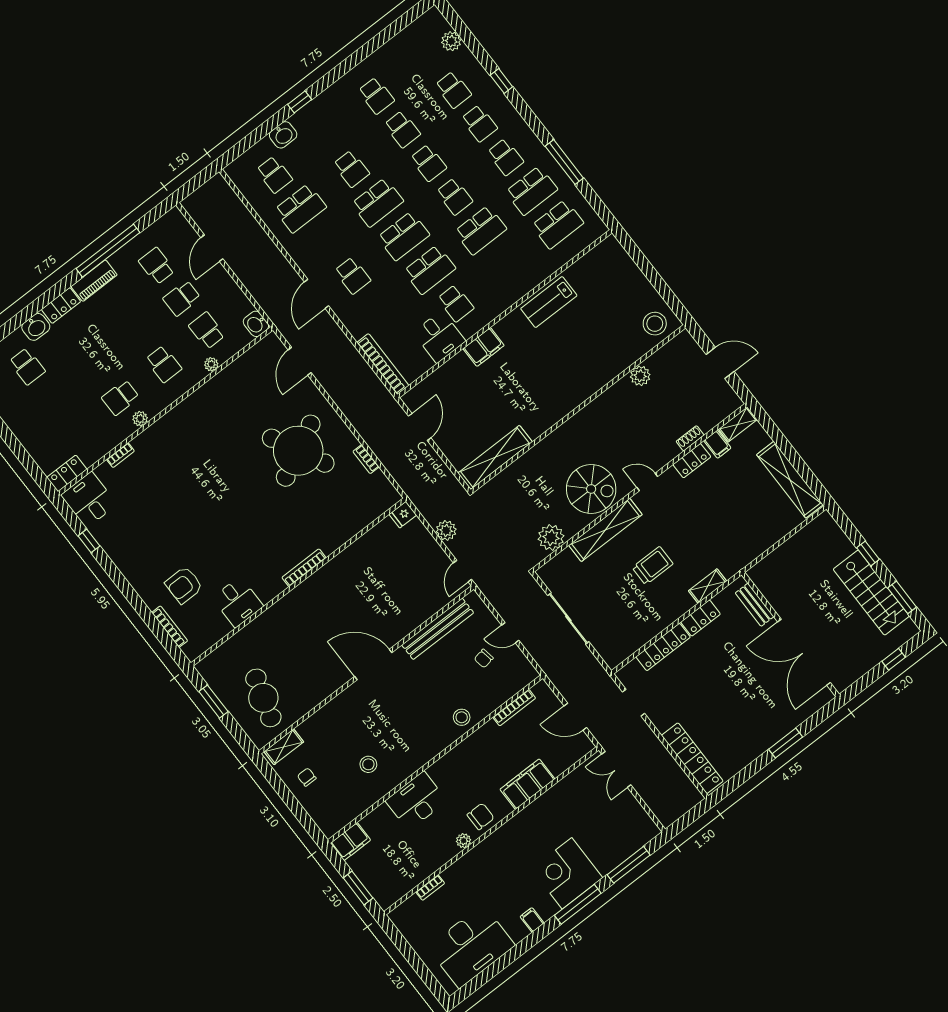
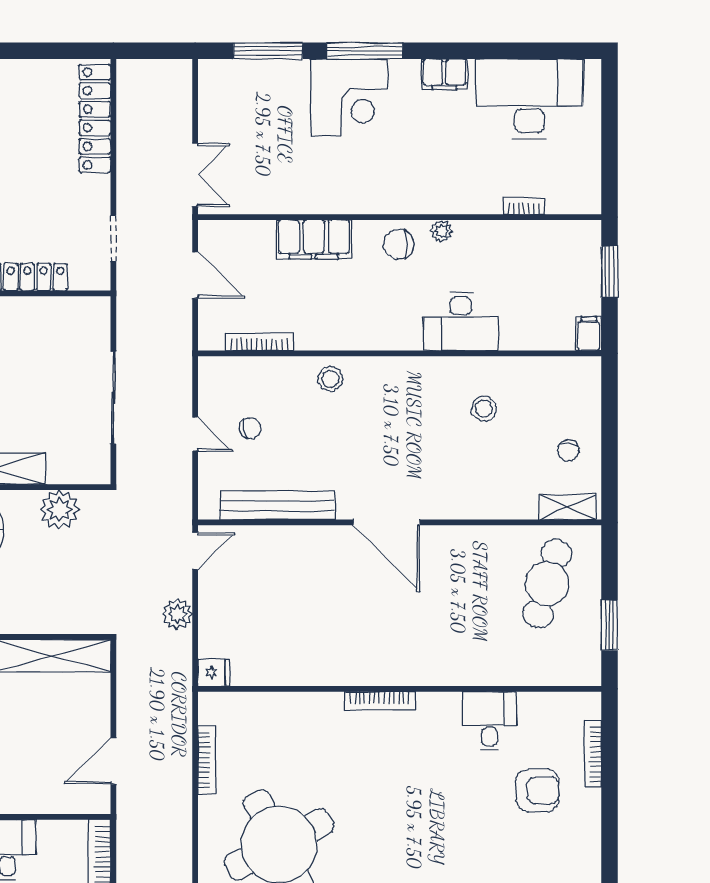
bookcase: (366, 459) -> (206, 760), width x1.56
filing cabinet: (350, 842) -> (589, 334), width x0.50
filing cabinet: (532, 920) -> (444, 74), width x2.00

